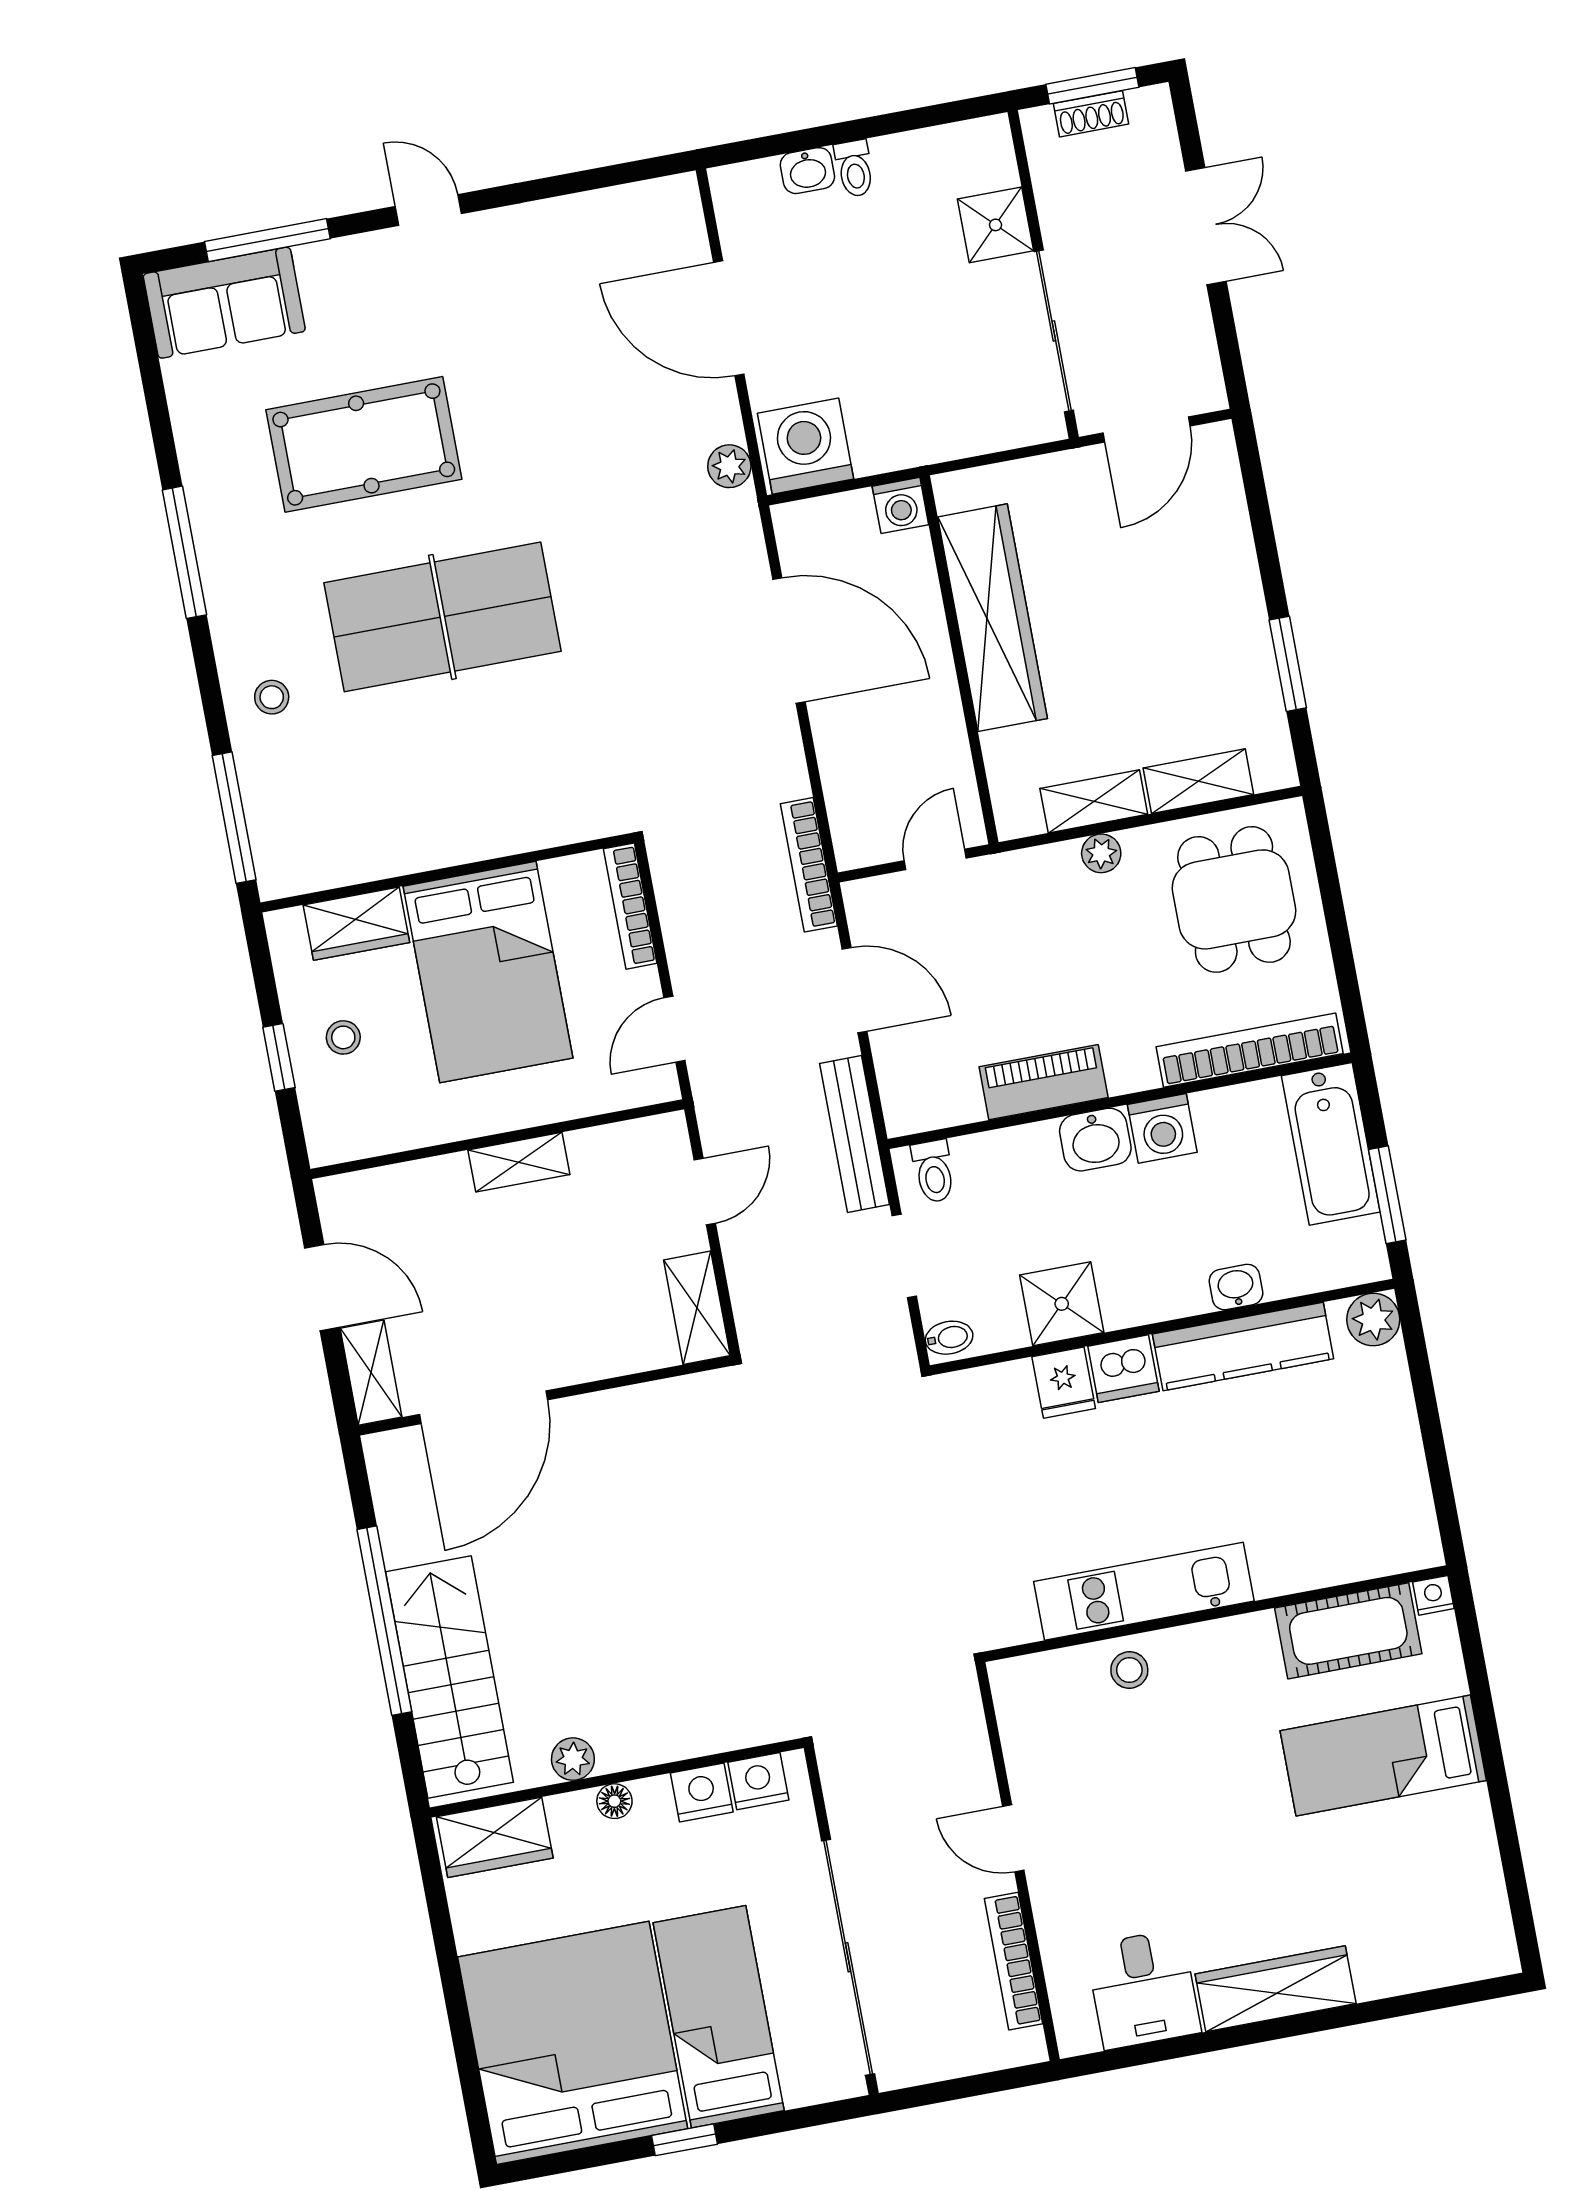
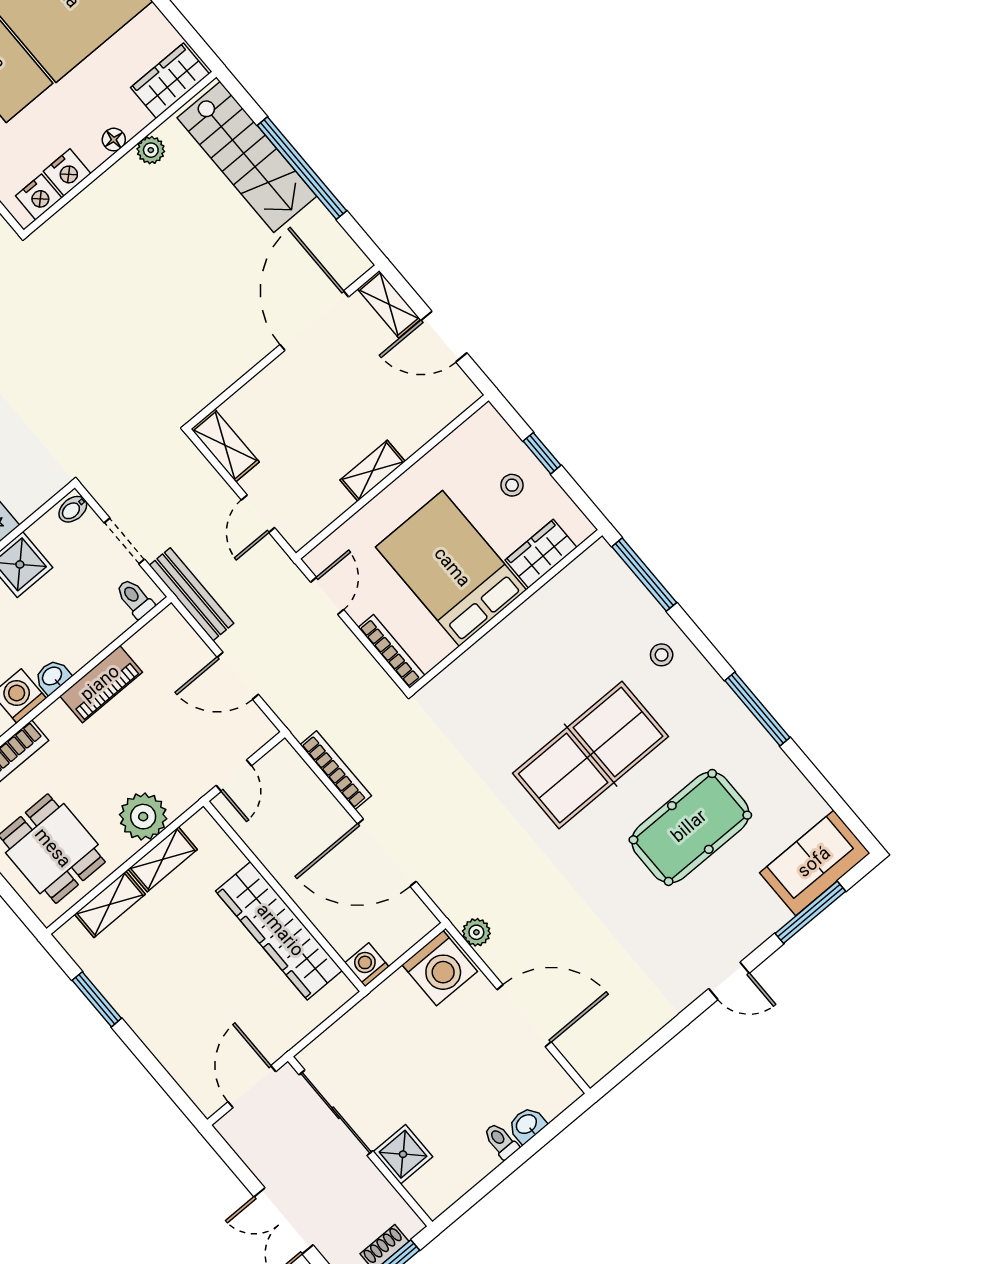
plant: (1101, 853) -> (143, 817), width x1.88, depth x1.88
bookcase: (809, 865) -> (336, 770), moved
washbasin: (1095, 1140) -> (52, 677), width x0.72, depth x0.69

